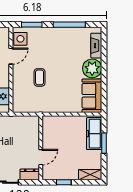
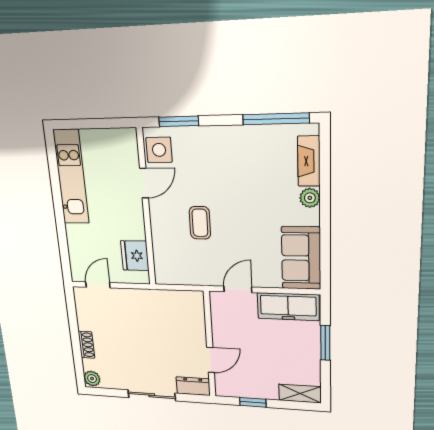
window: (69, 25) -> (276, 119), moved
plant: (92, 68) -> (310, 198), width x0.53, depth x0.53
door: (58, 114) -> (238, 289), added
freezer: (94, 134) -> (288, 307), moved, turned -90

